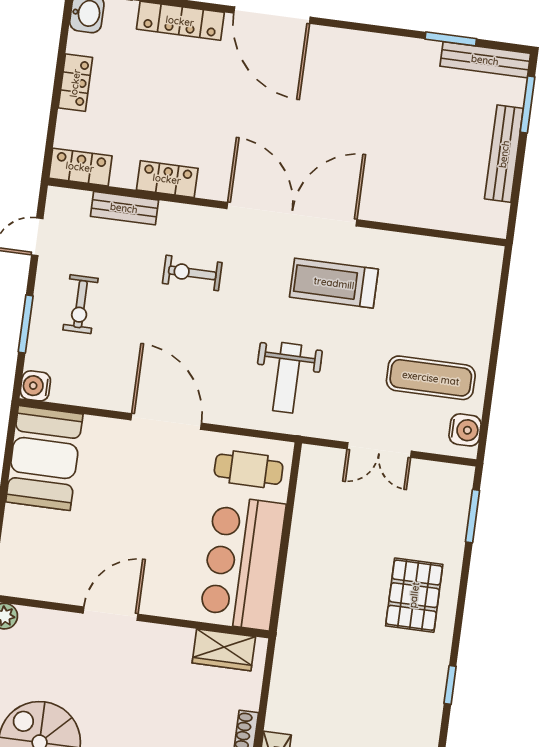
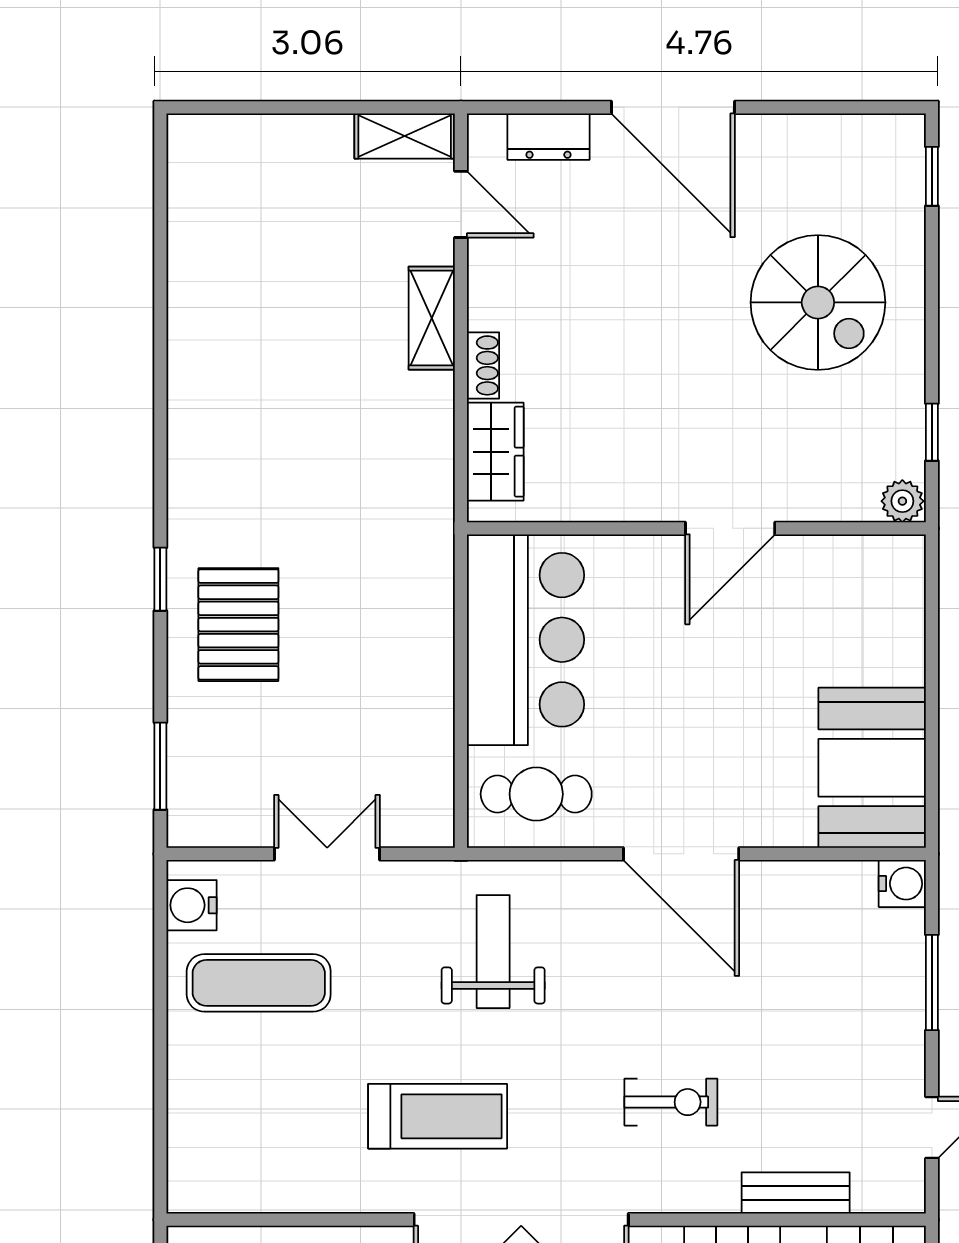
exercise bike: (80, 304) -> (847, 1027), removed
wardrobe: (224, 650) -> (495, 452), moved, turned 90
window: (450, 685) -> (160, 579), moved

